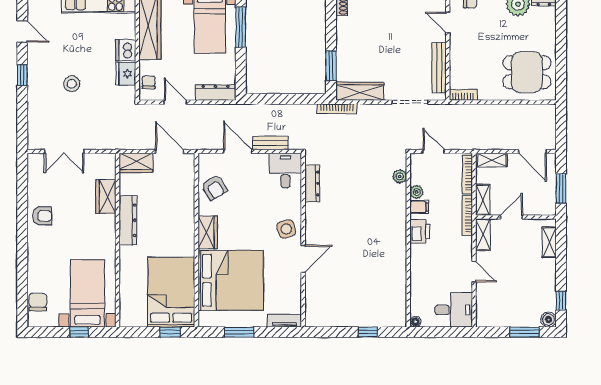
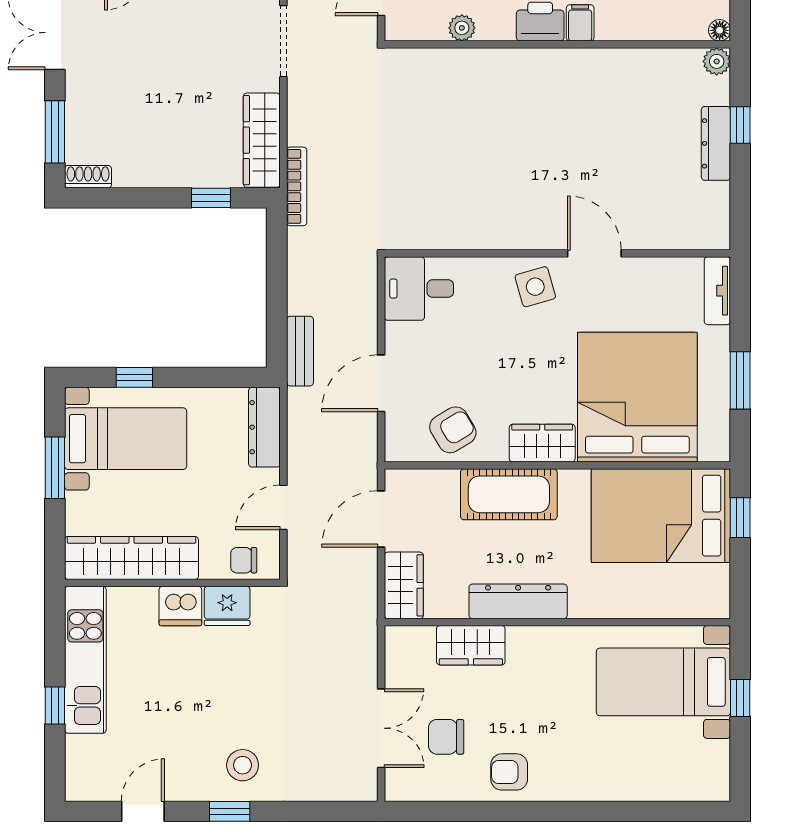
window: (241, 27) -> (134, 377), width x0.46
window: (331, 66) -> (211, 198), width x0.67
stool: (72, 84) -> (243, 765), moved
bench: (270, 143) -> (300, 351), moved
plant: (400, 176) -> (717, 61), moved
dresser: (312, 183) -> (716, 143), moved, turned -90
filing cabinet: (419, 207) -> (580, 23), moved
armchair: (42, 216) -> (509, 772), turned -90
cot: (182, 216) -> (509, 494), added
chair: (38, 302) -> (446, 737), moved

